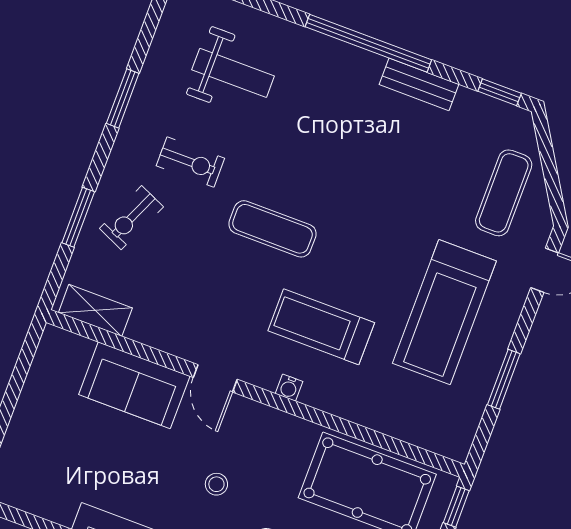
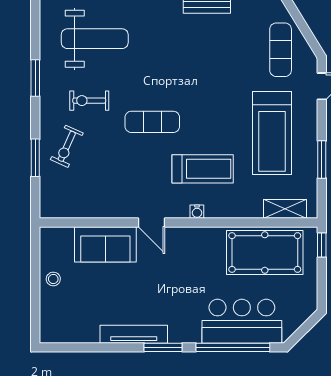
weight bench: (233, 73) -> (95, 39), width x1.36, depth x1.33
exercise bike: (190, 162) -> (89, 101), turned 180
shelving: (95, 310) -> (285, 209), moved
treadmill: (321, 327) -> (203, 169), turned 180
stool: (216, 484) -> (53, 279), moved

